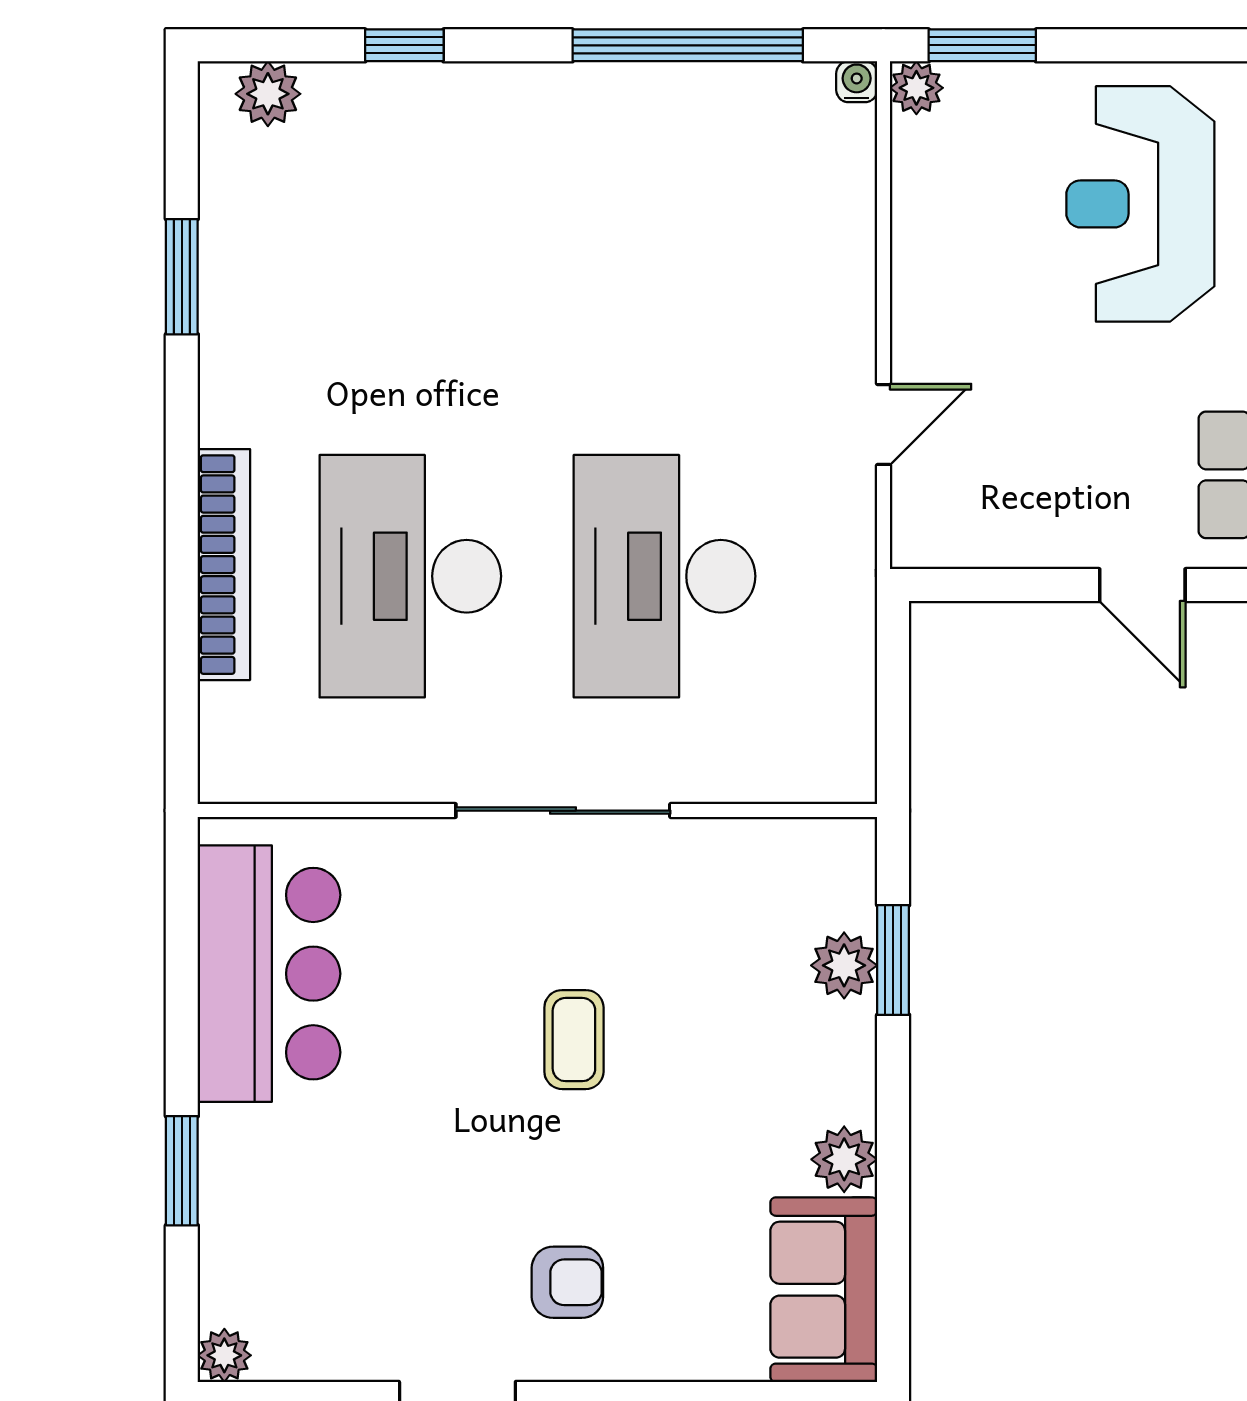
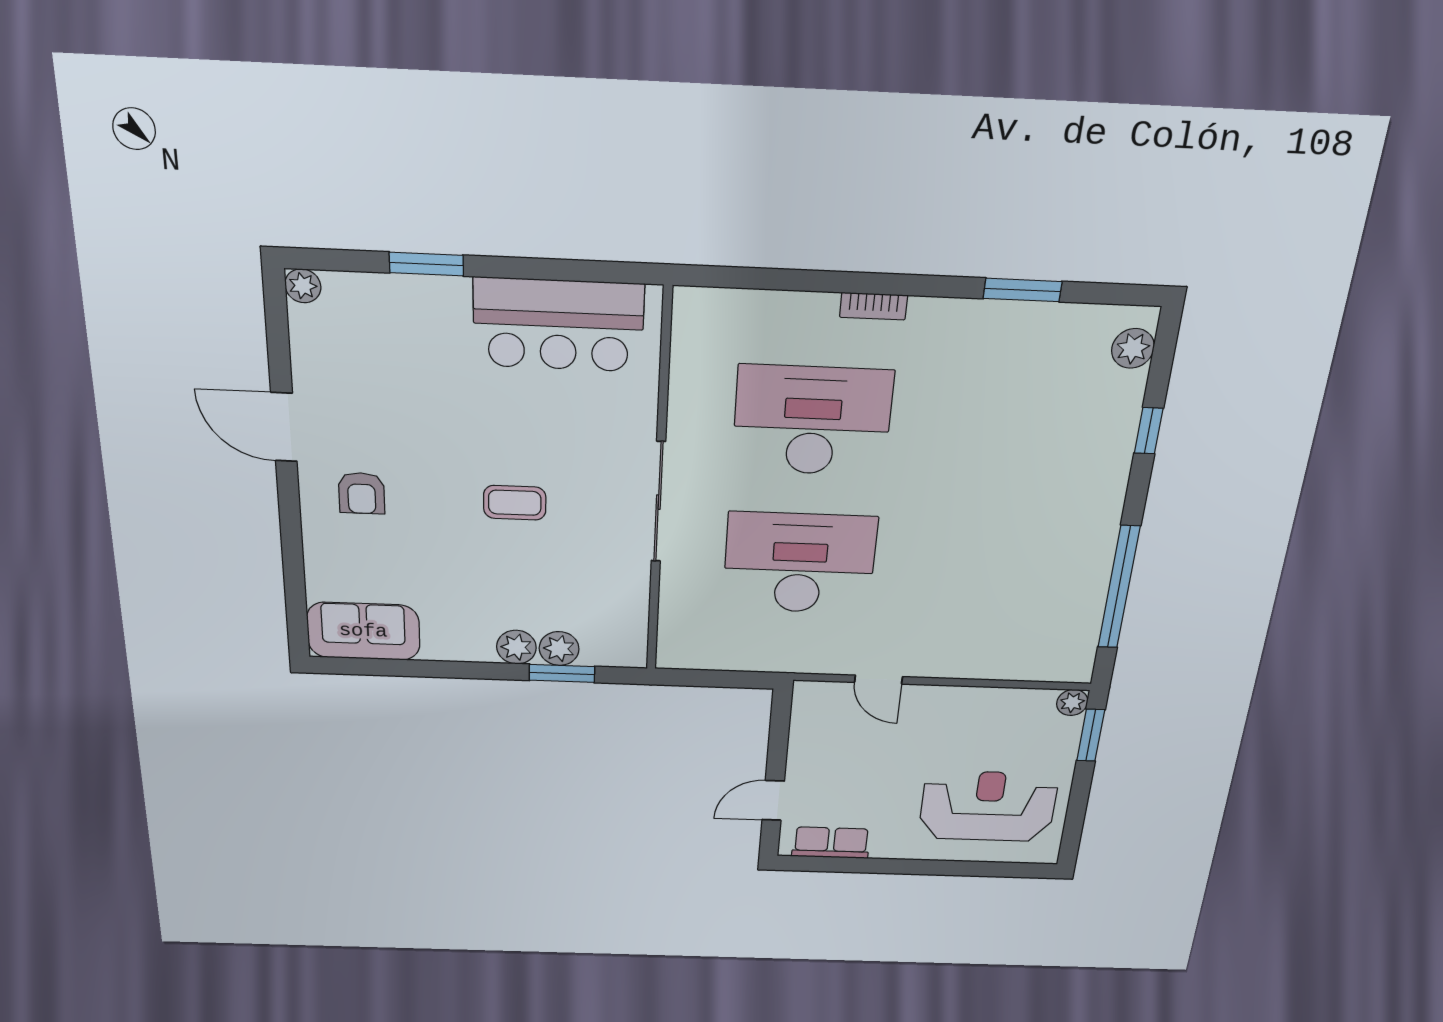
water cooler: (857, 82) -> (1081, 673), removed
bookcase: (224, 565) -> (873, 306), width x0.43, depth x0.76
plant: (844, 1159) -> (516, 647), moved

